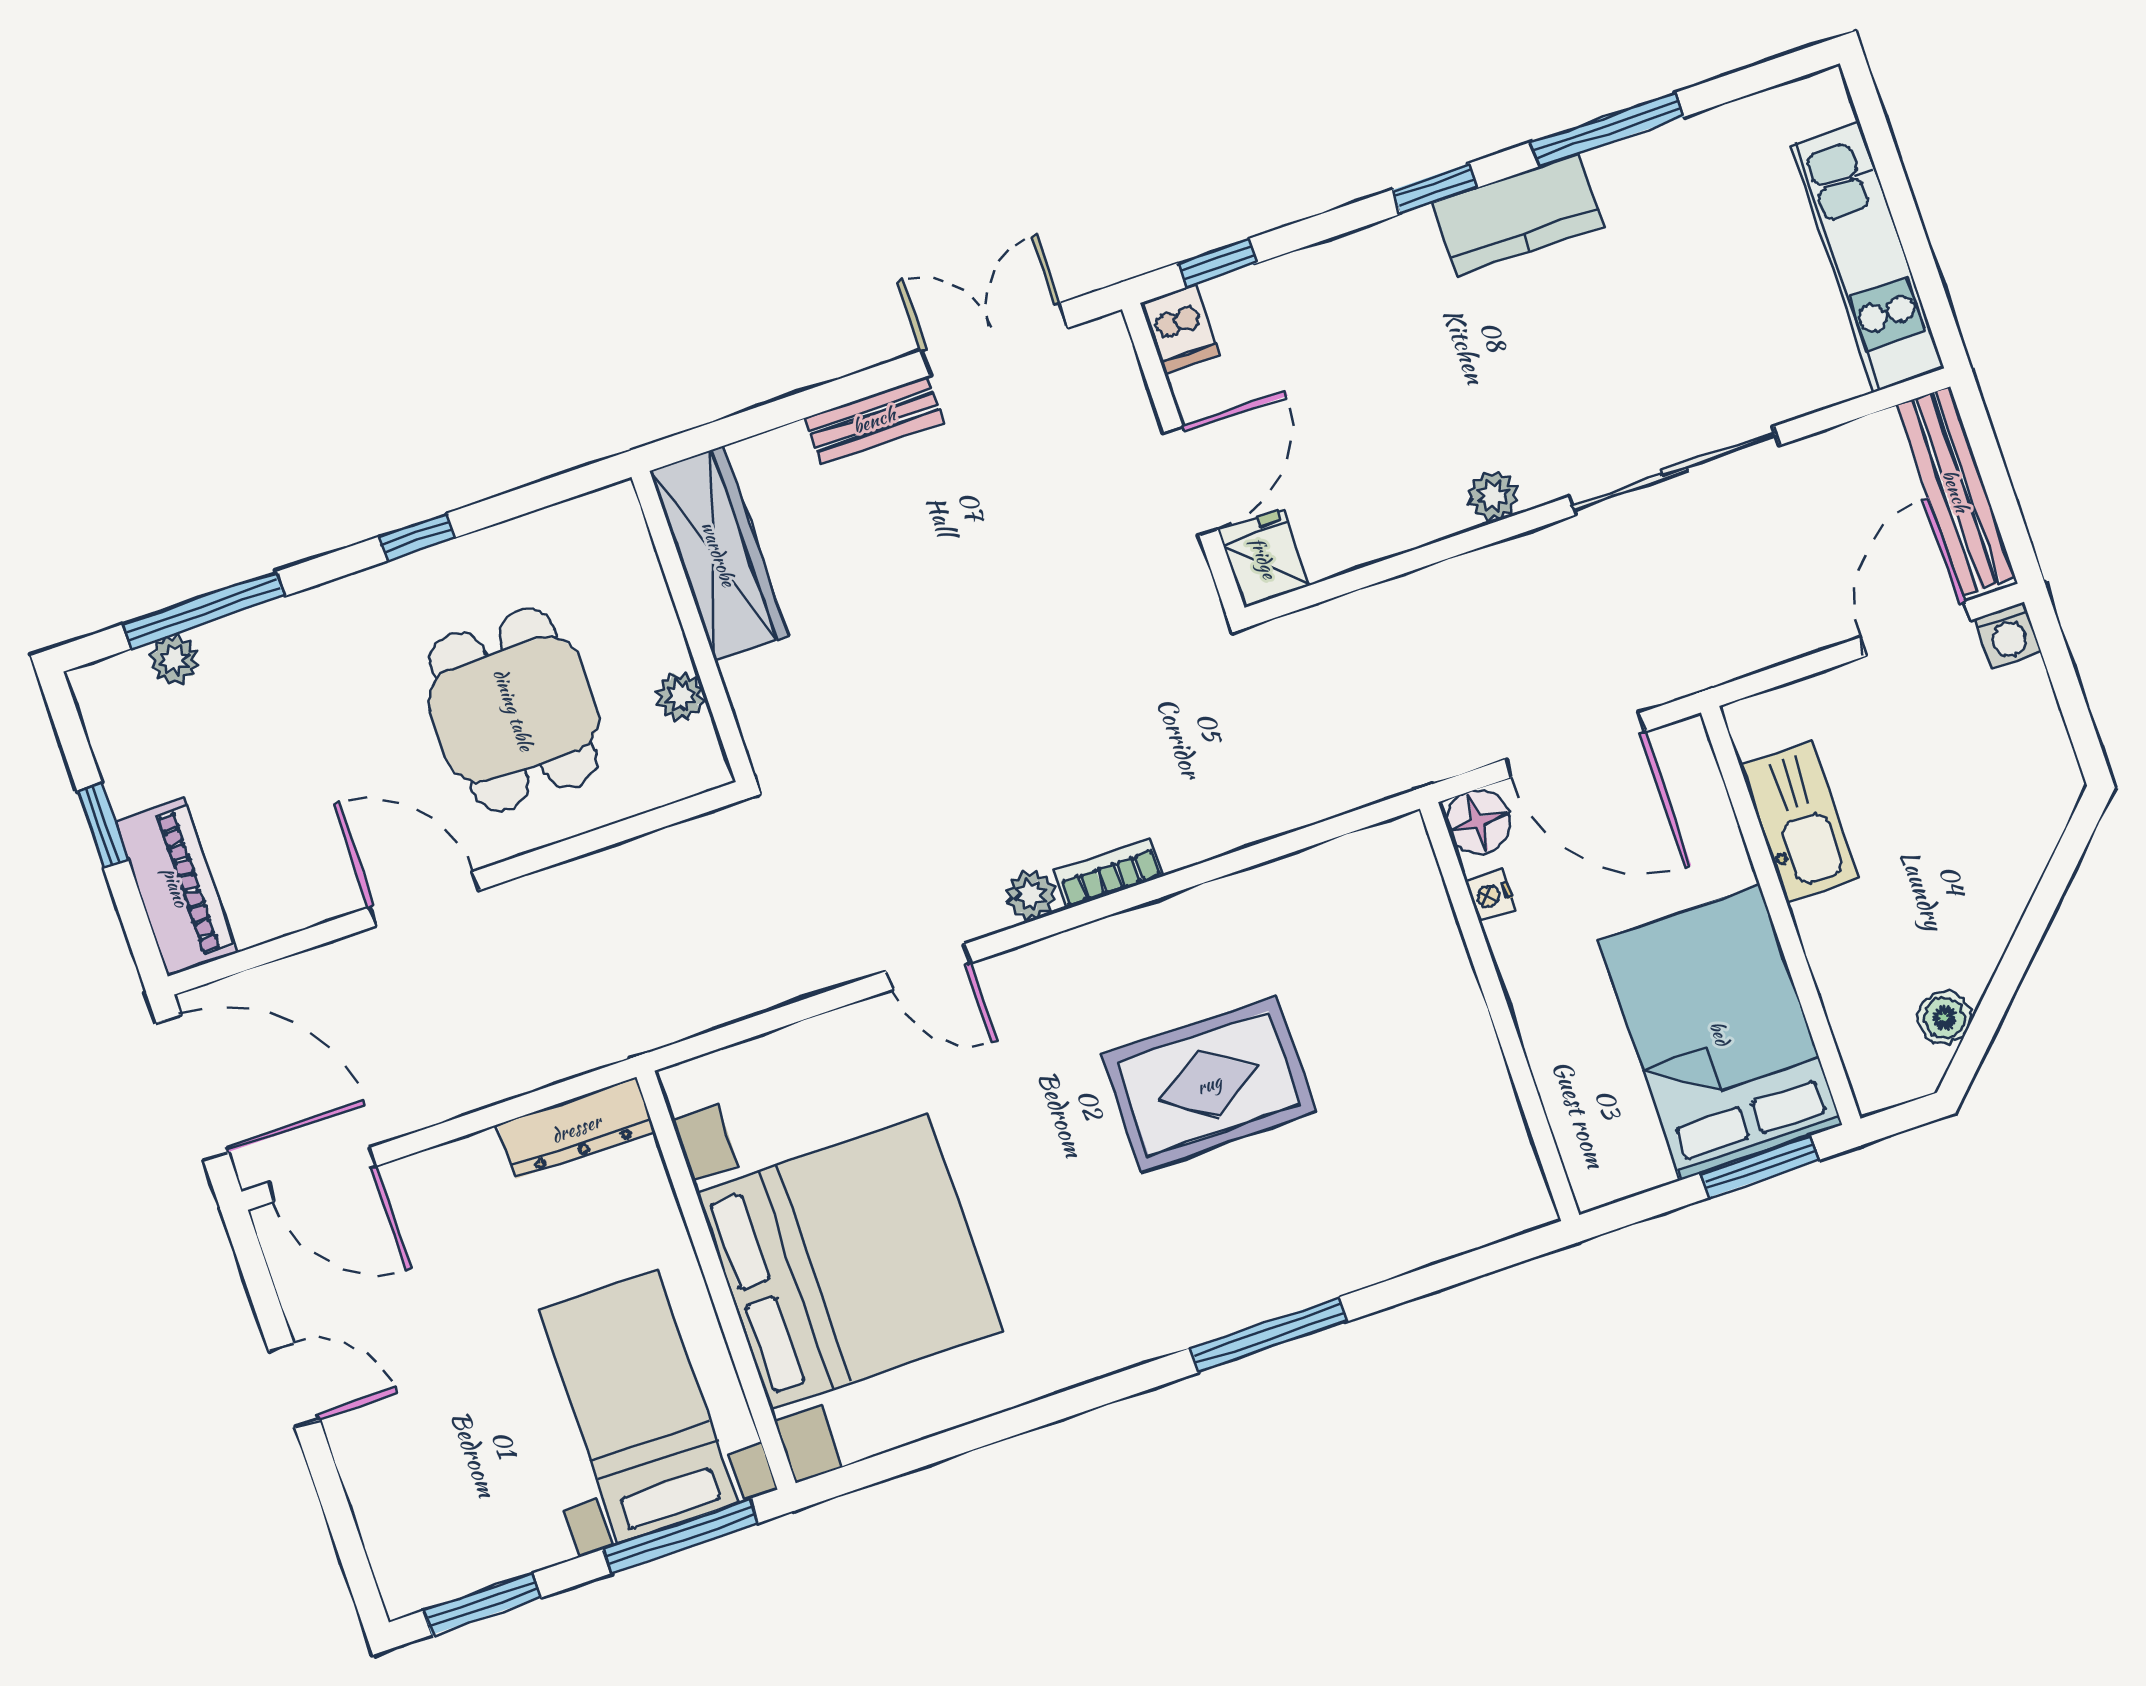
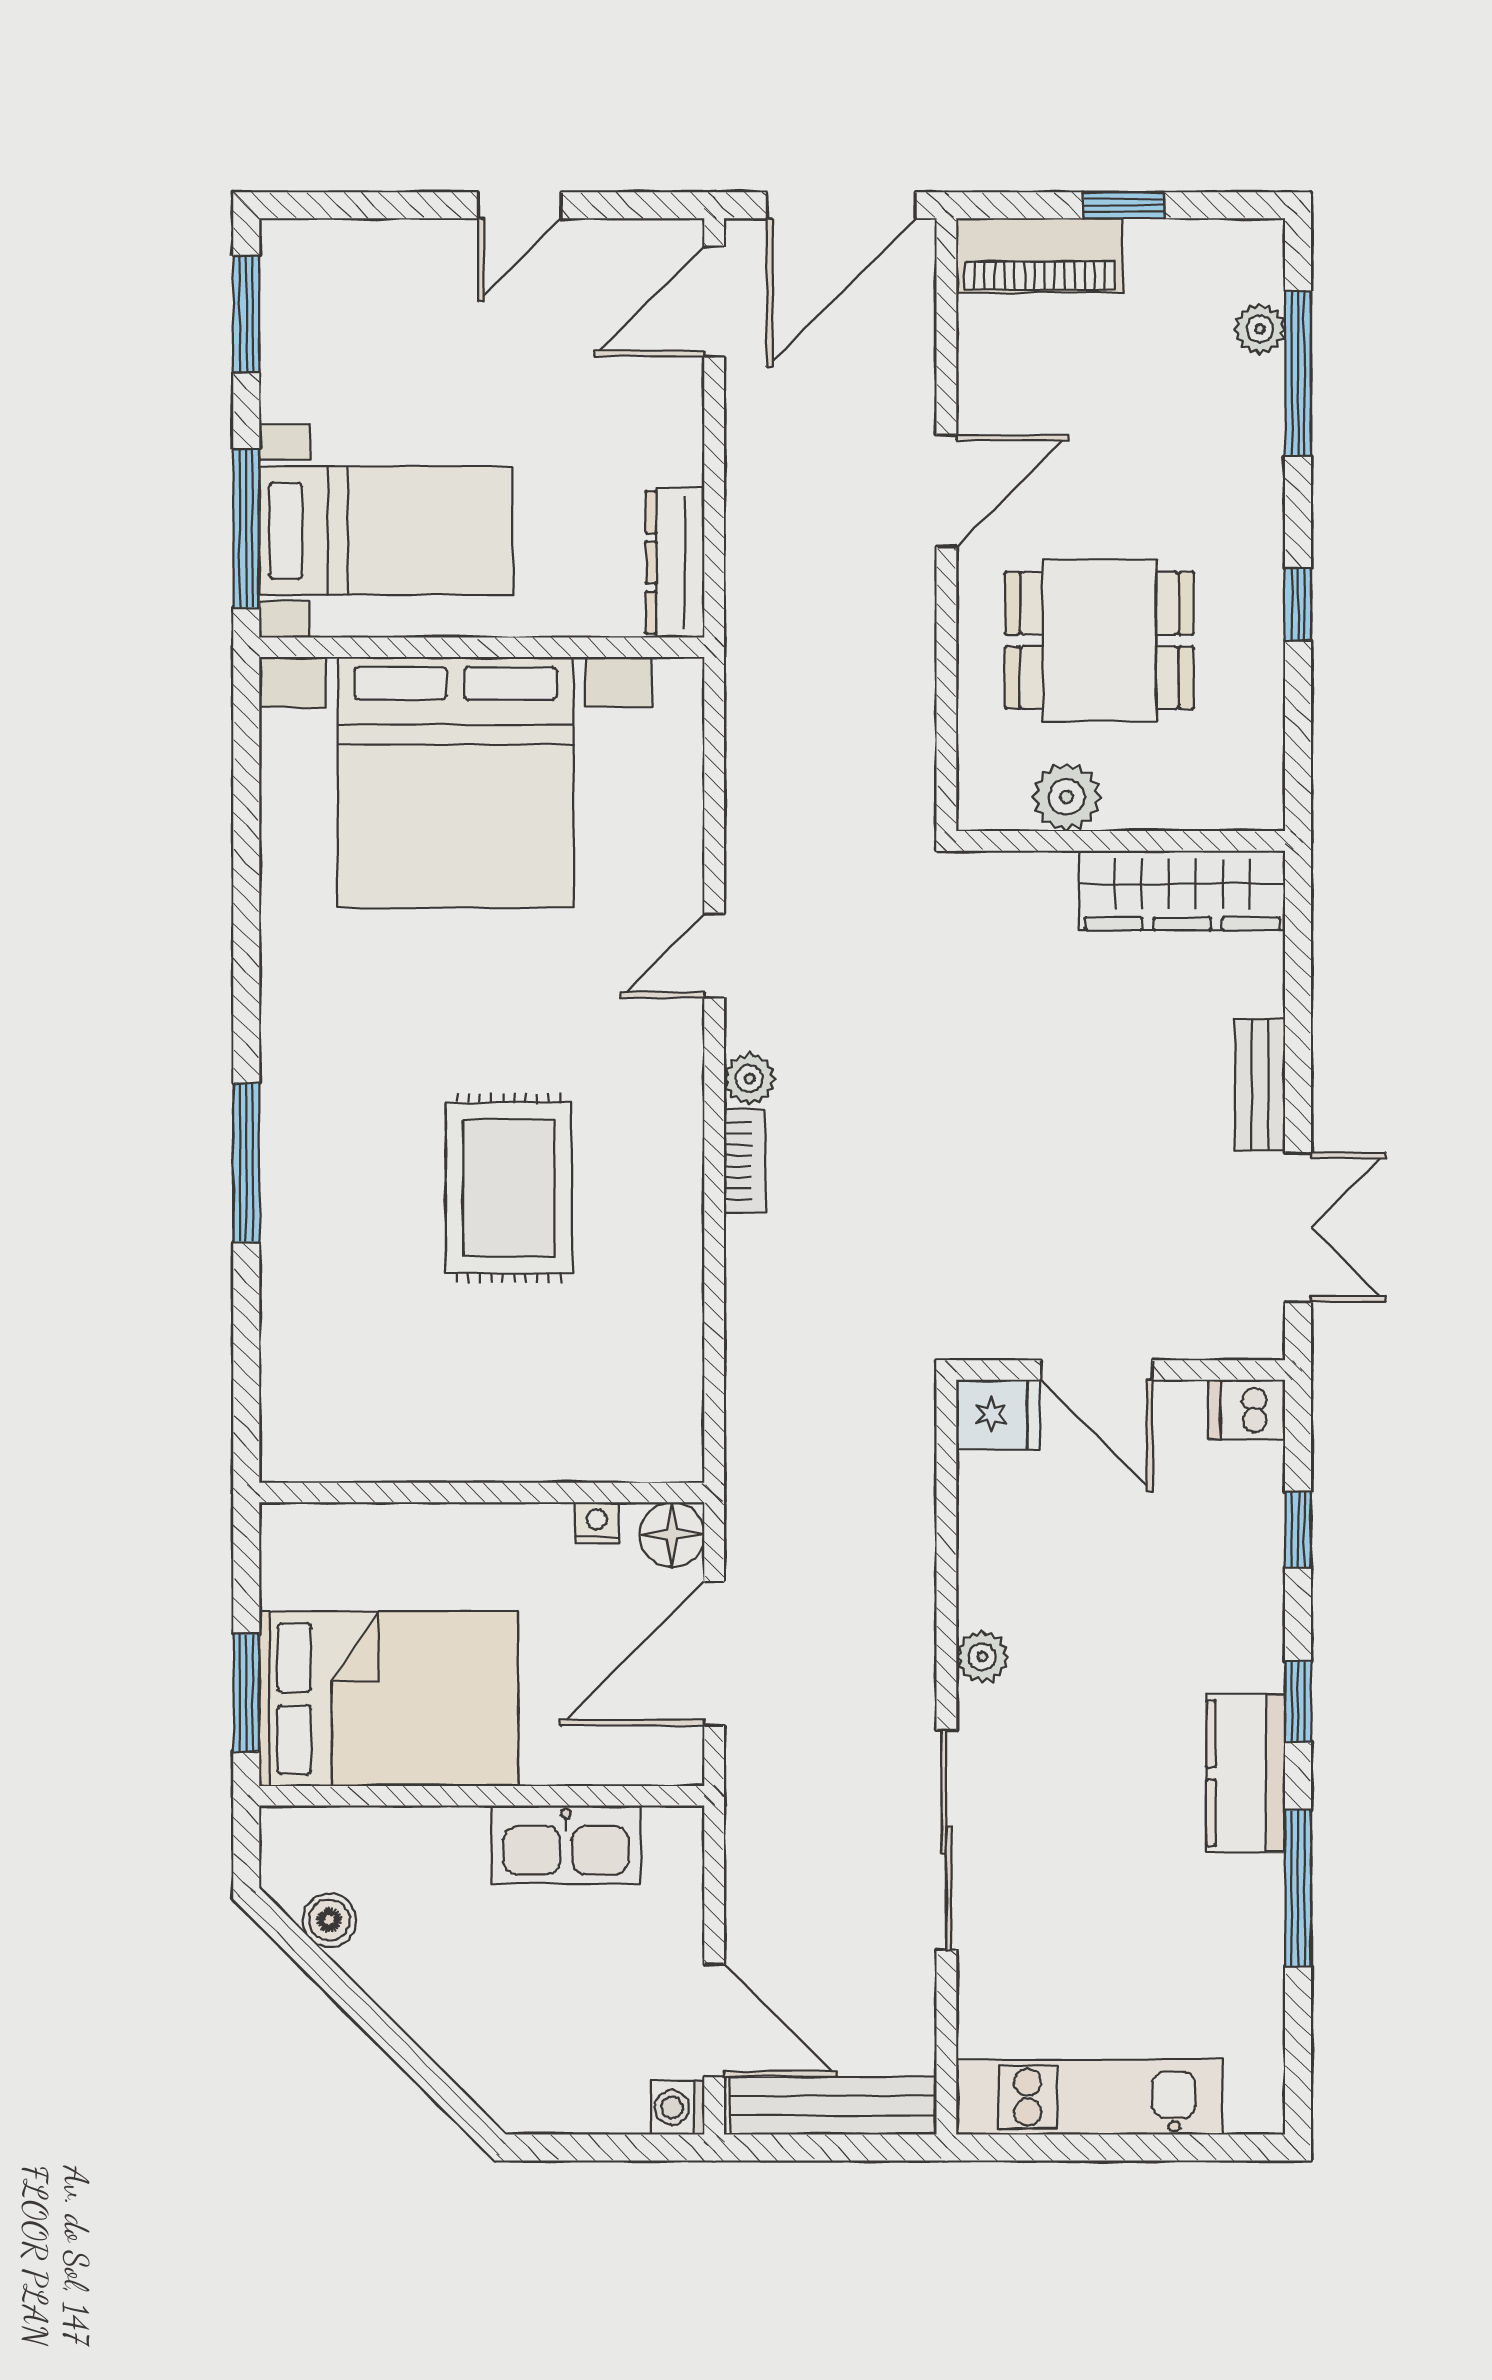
window: (1217, 263) -> (1298, 1530), moved
plant: (681, 696) -> (1067, 797), width x1.38, depth x1.38

